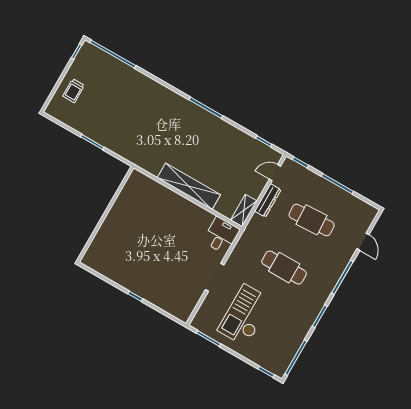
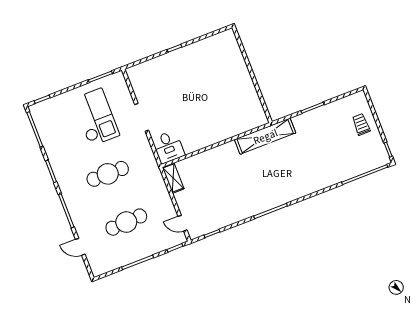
door: (275, 173) -> (182, 223), swing flipped
shelving: (189, 186) -> (265, 136), moved
dresser: (268, 200) -> (166, 202), removed

